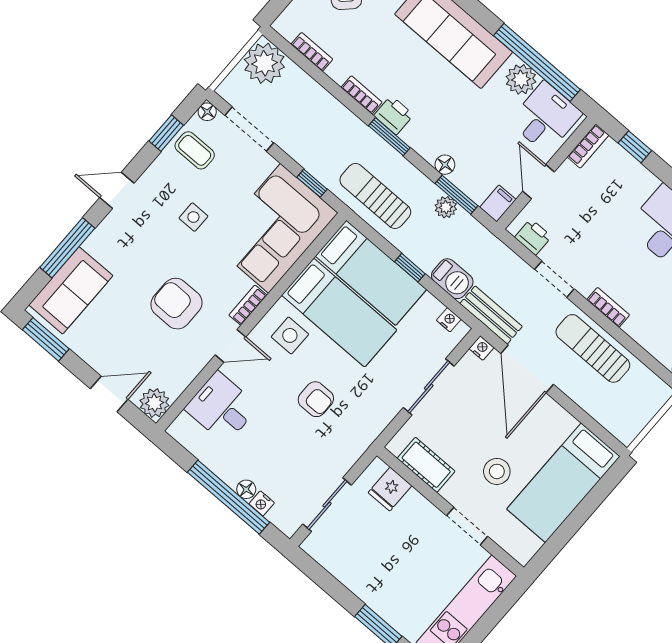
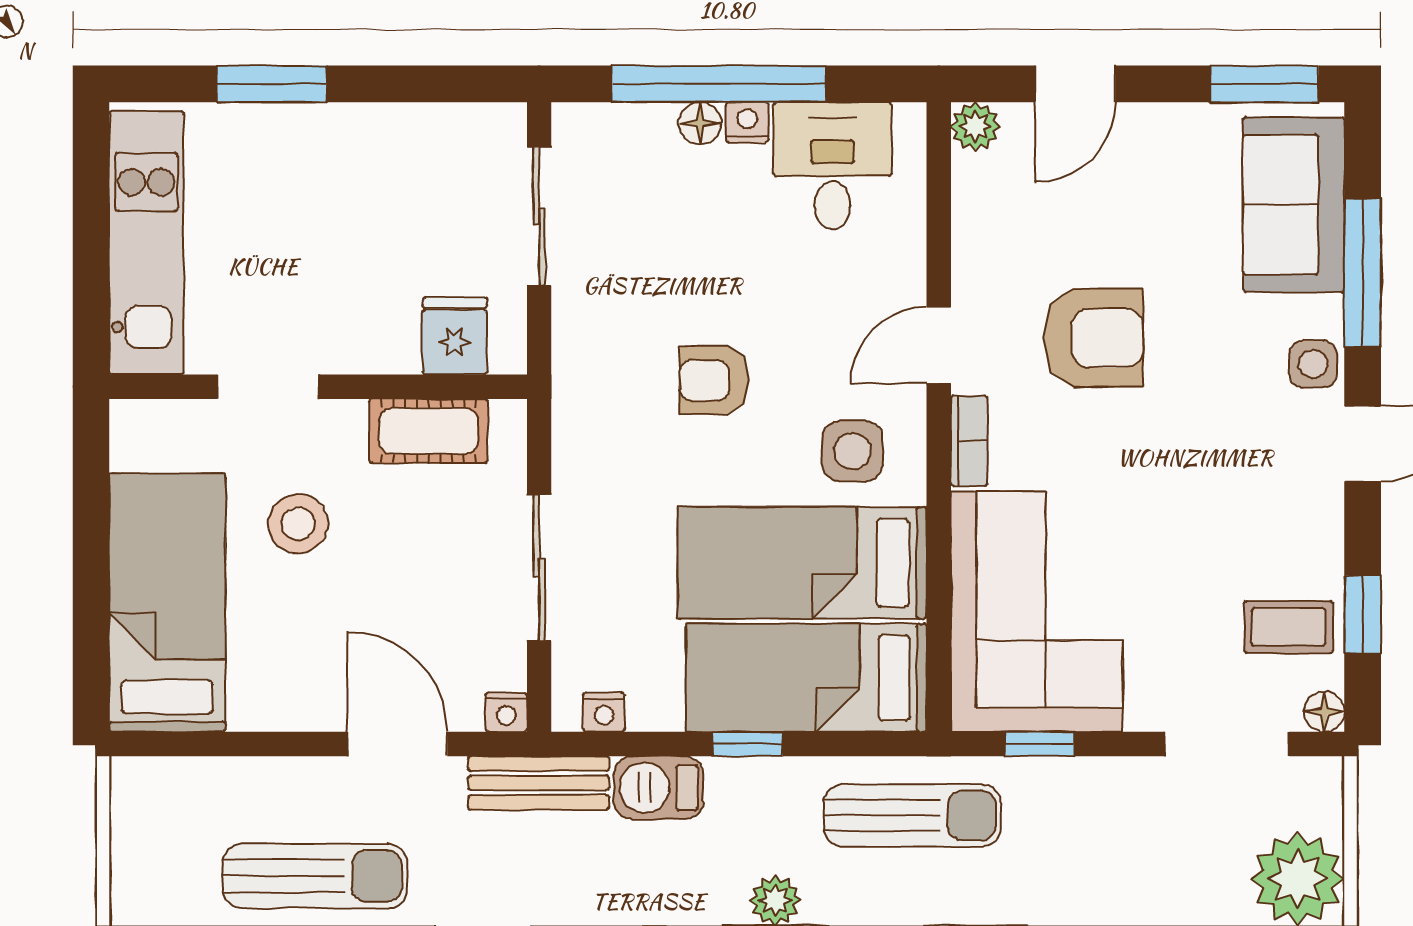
side table: (193, 217) -> (1313, 364), moved
door: (527, 369) -> (397, 744), width x0.73
plant: (154, 403) -> (975, 126), width x0.73, depth x0.73
desk: (222, 408) -> (833, 166), moved, turned -90
nightstand: (262, 503) -> (747, 122), moved

